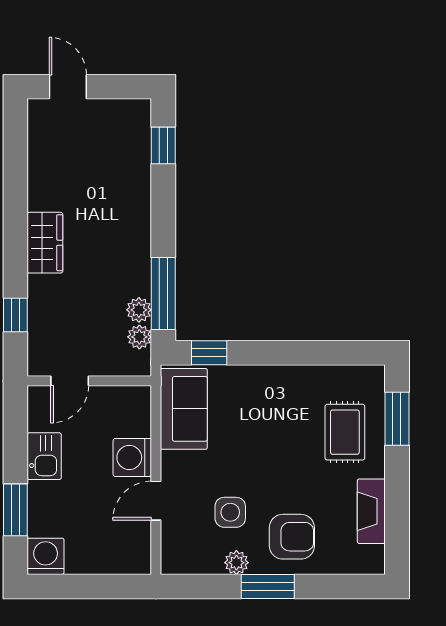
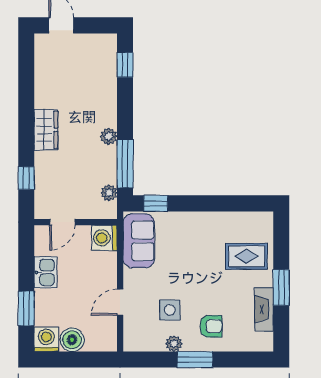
plant: (139, 310) -> (109, 136), moved
window: (397, 419) -> (281, 288), moved
rug: (345, 432) -> (246, 256), turned 90
washing machine: (132, 457) -> (104, 238), moved
armchair: (292, 537) -> (211, 326), width x0.72, depth x0.72
boiler: (84, 557) -> (72, 340), added

